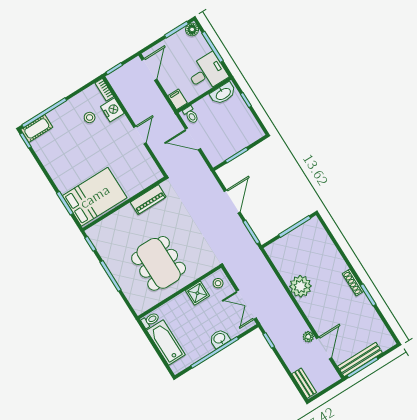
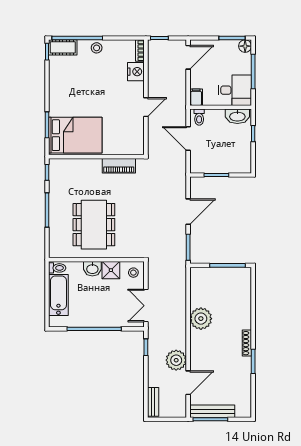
stool: (90, 117) -> (97, 48), moved
plant: (308, 337) -> (176, 360), width x1.87, depth x1.87
washbasin: (220, 339) -> (92, 269), moved, turned 180

